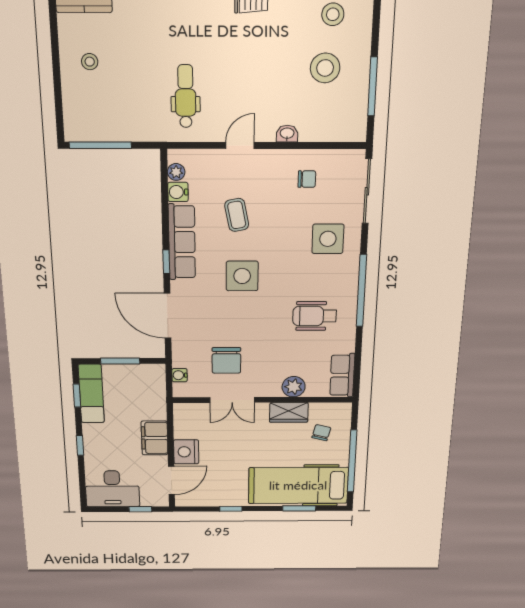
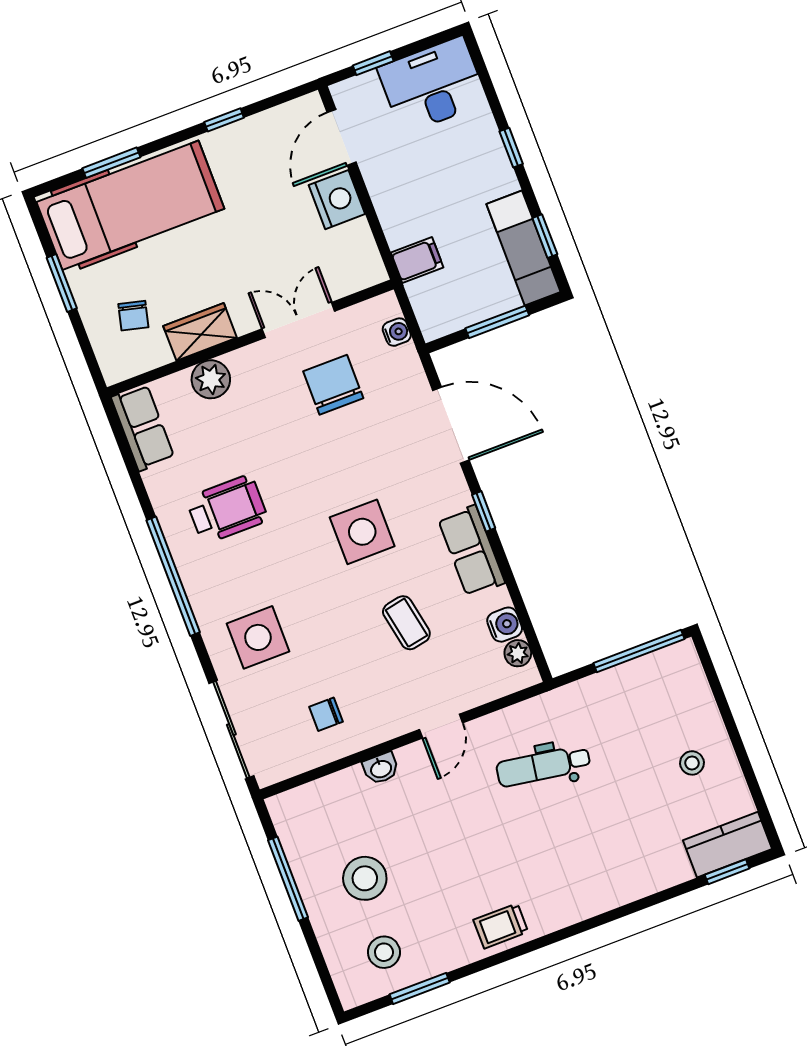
dental chair: (186, 96) -> (543, 766), turned 99
row of seats: (182, 242) -> (471, 551), width x0.68
filing cabinet: (155, 438) -> (417, 260), moved, width x0.50
window: (352, 461) -> (62, 283), width x0.47

